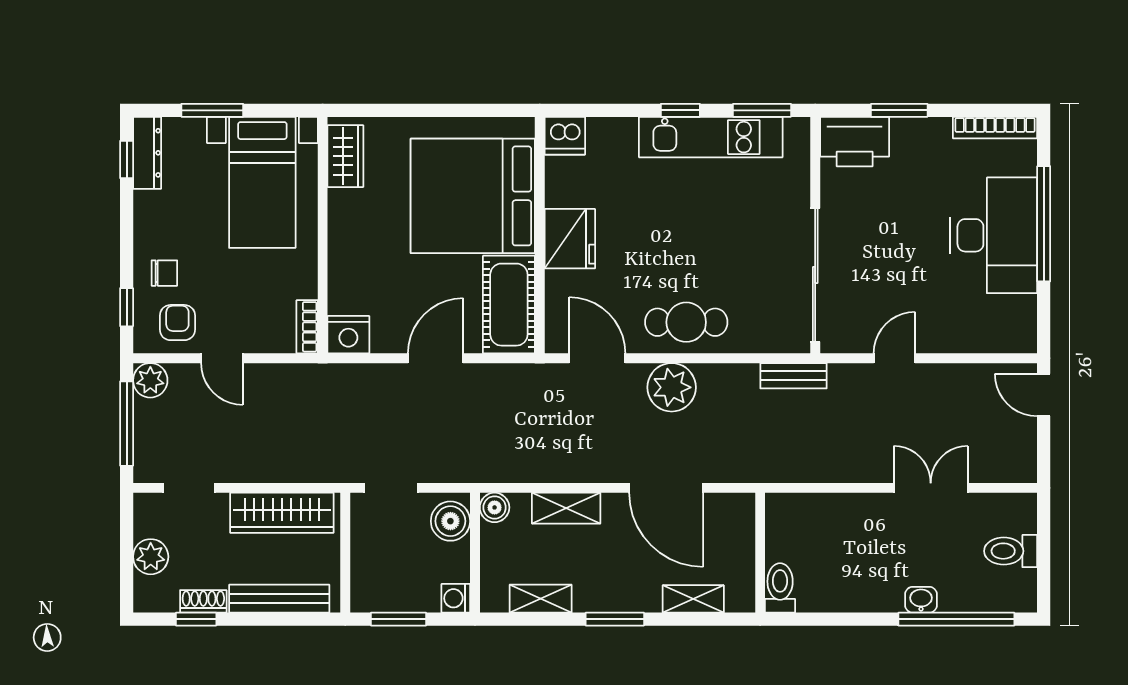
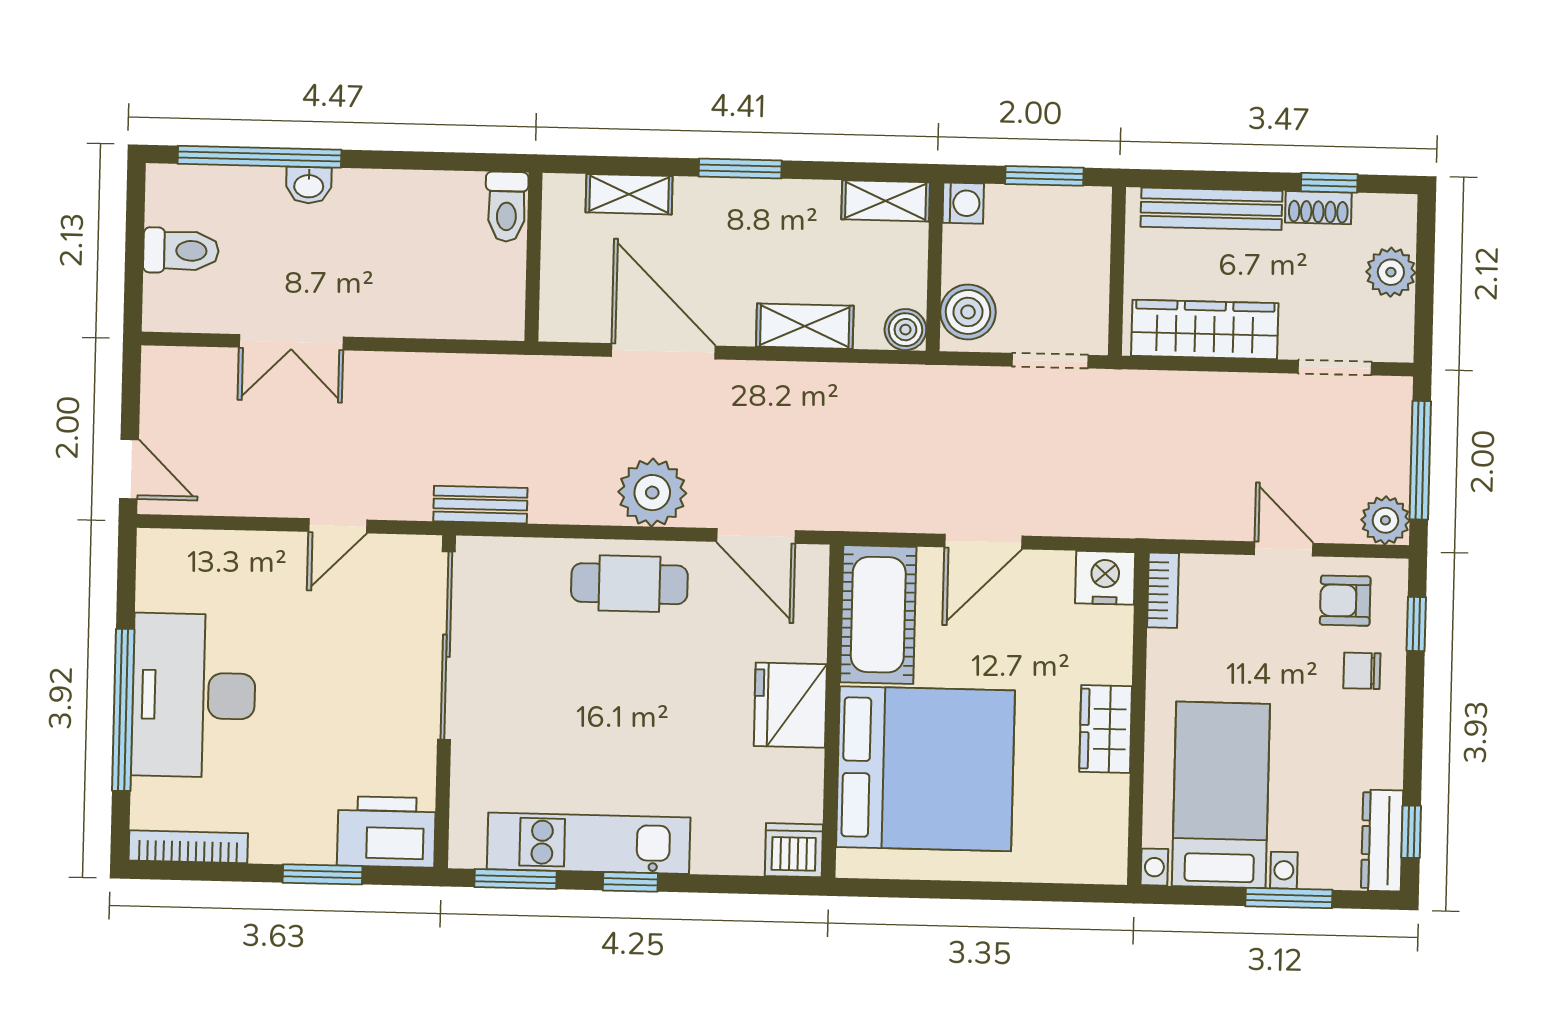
wardrobe: (345, 156) -> (1106, 729), moved
armchair: (177, 323) -> (1345, 601), turned 90
shelving: (541, 599) -> (886, 201), moved

